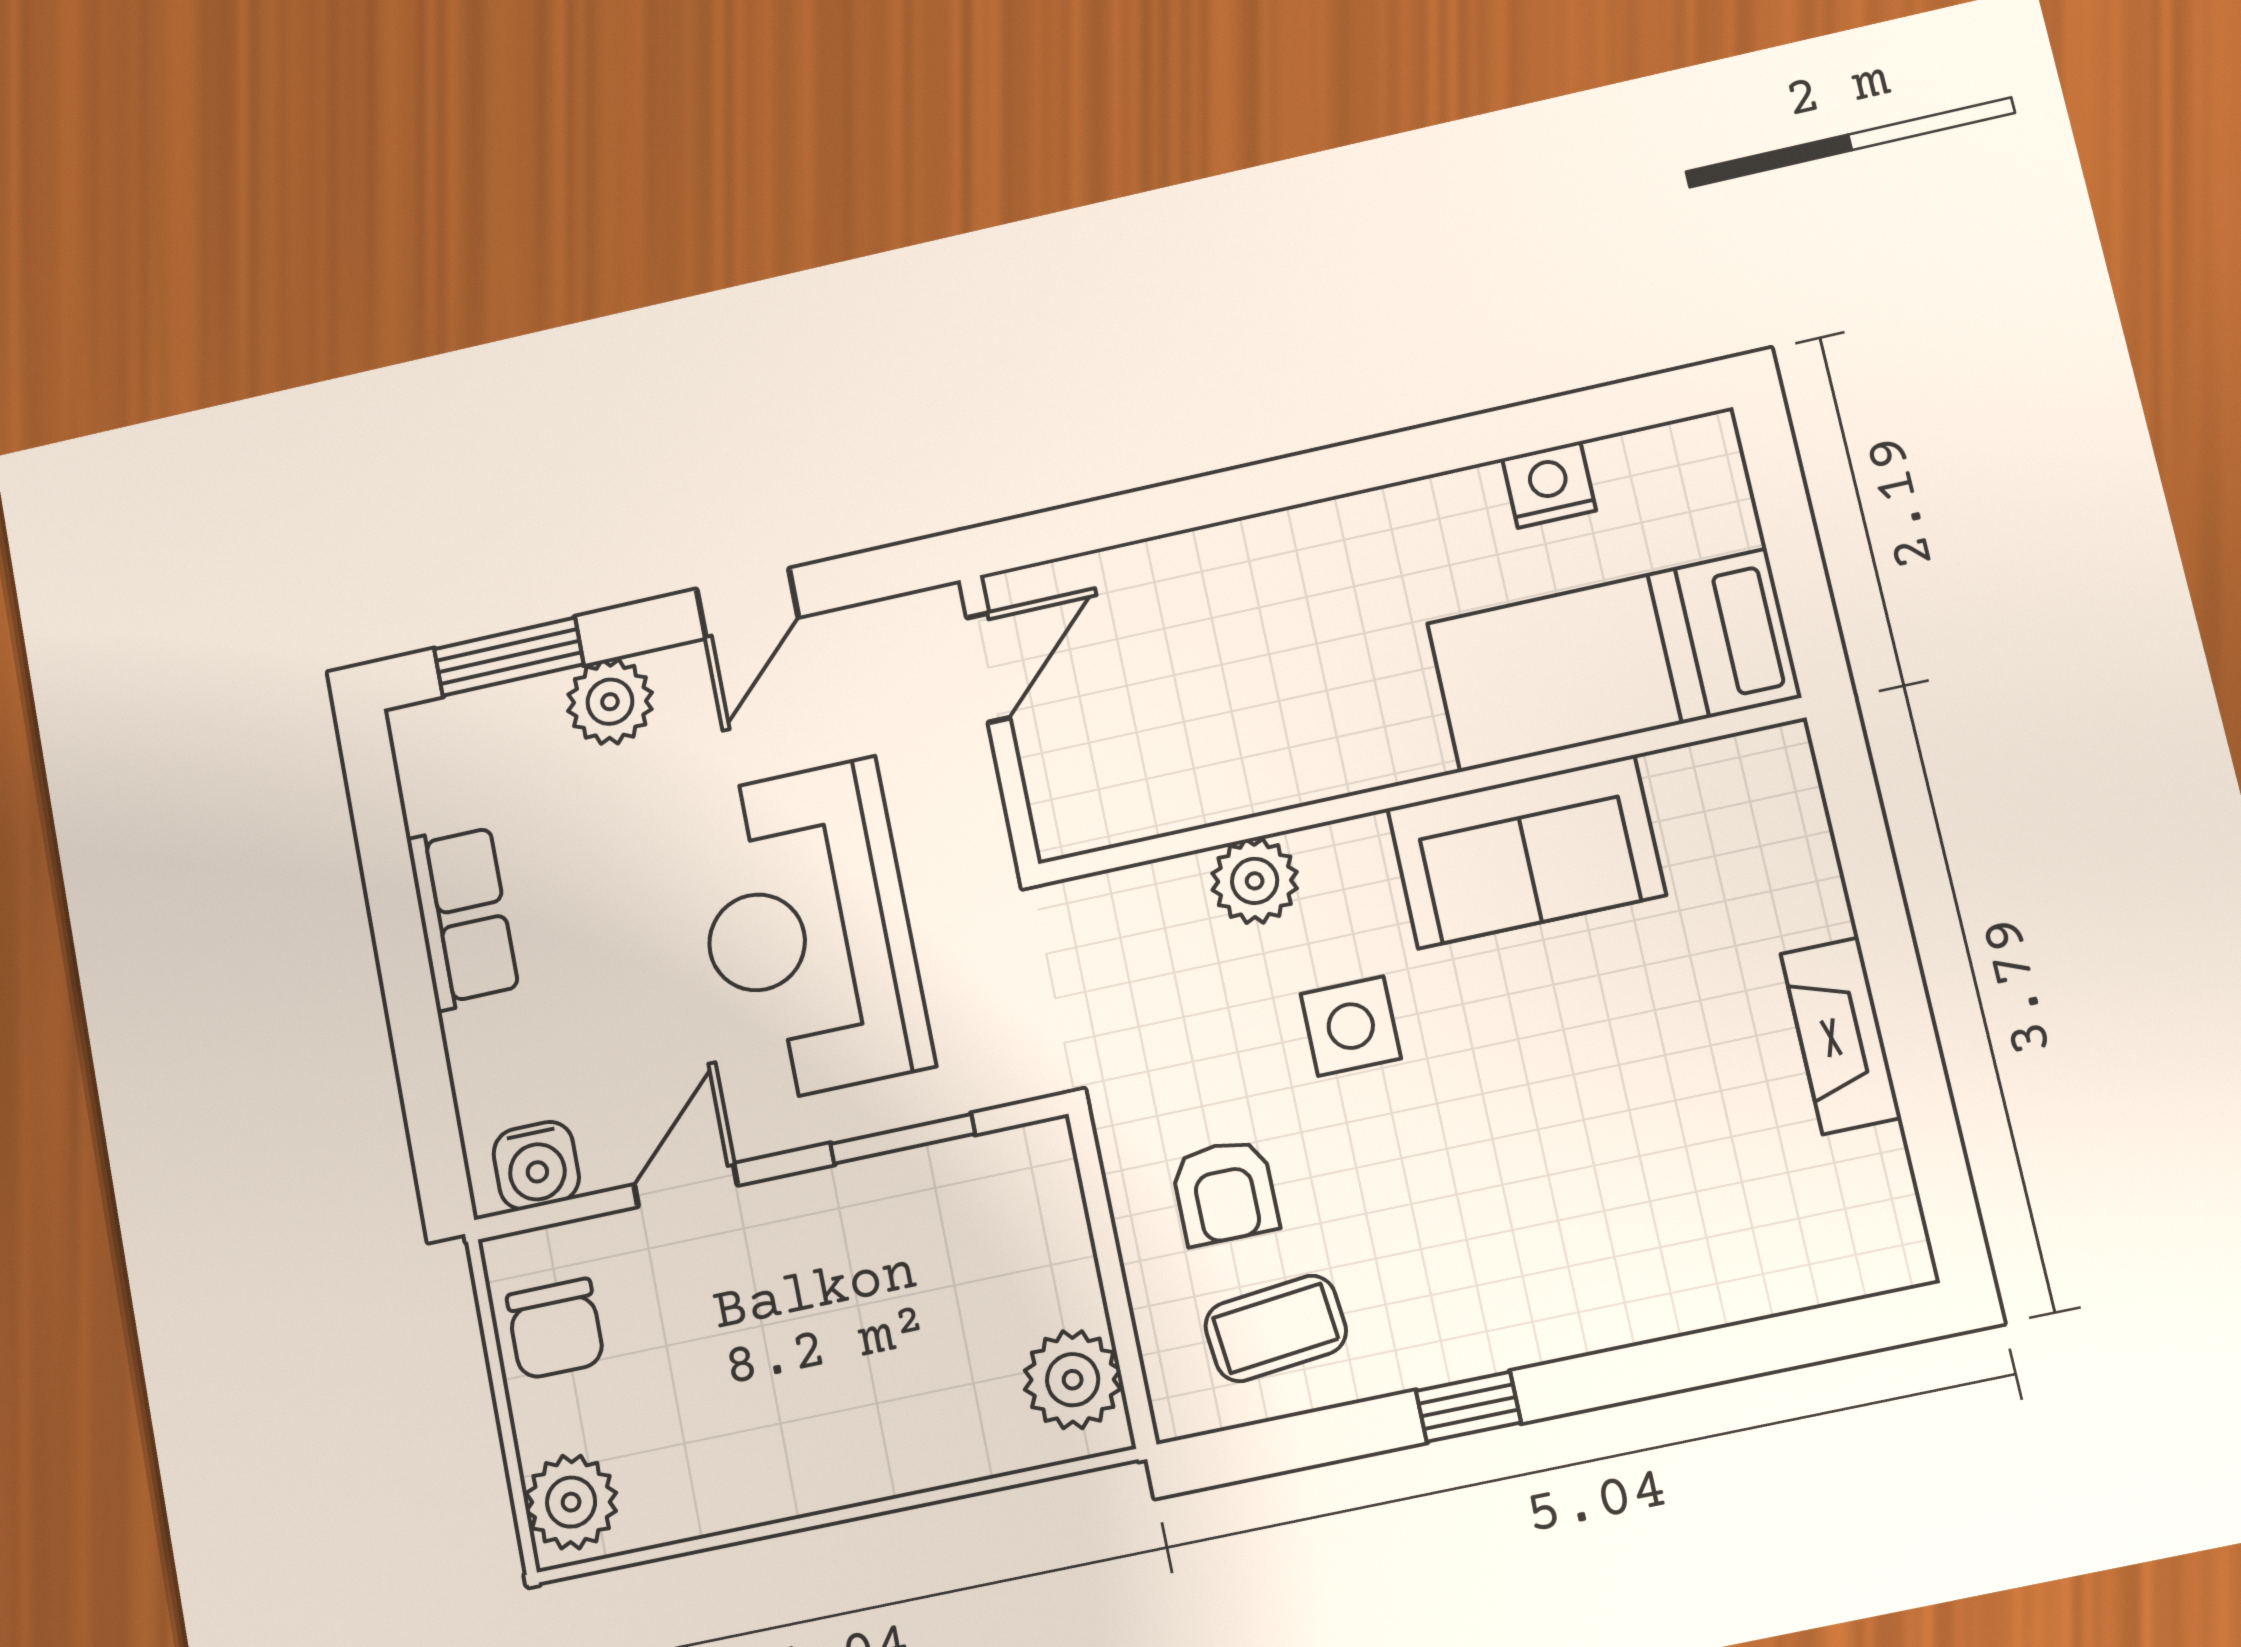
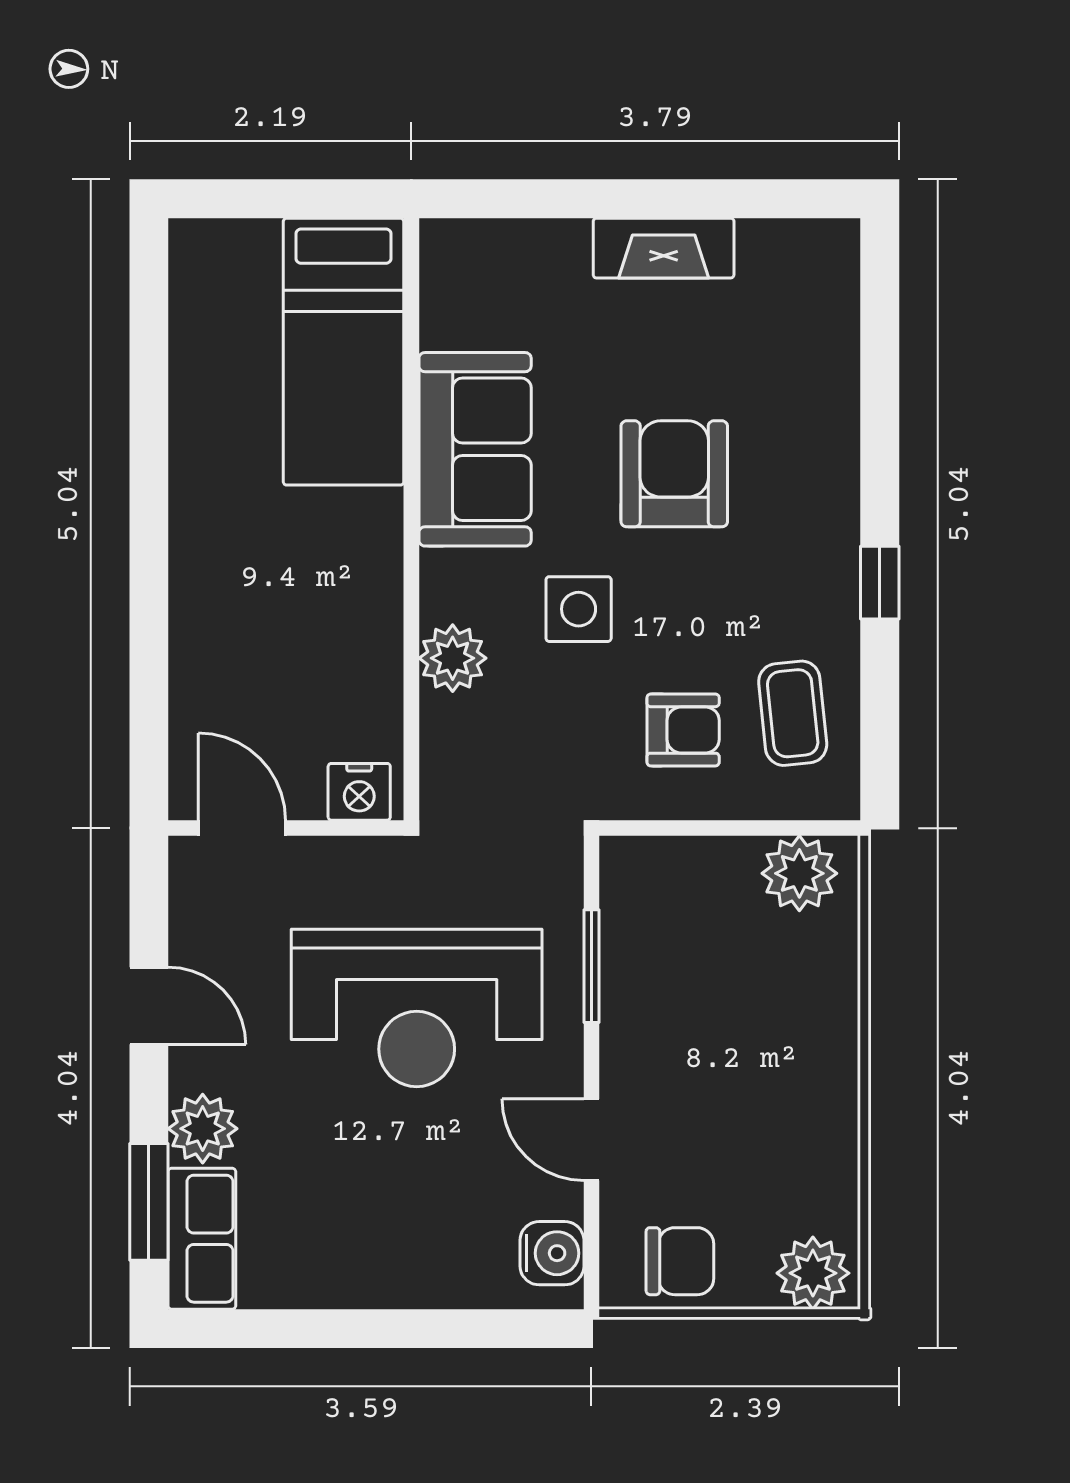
nightstand: (1549, 485) -> (359, 792), moved, turned -90
row of seats: (463, 916) -> (202, 1239), moved, turned 90
armchair: (1551, 1111) -> (674, 474), added

